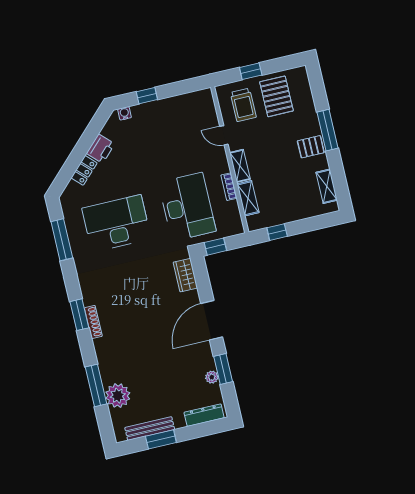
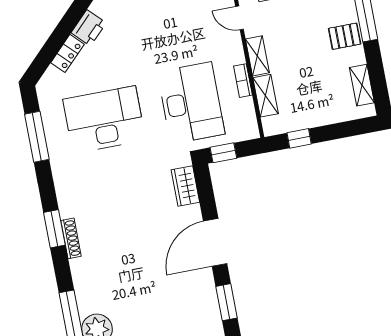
plant: (212, 377) -> (212, 312), removed

